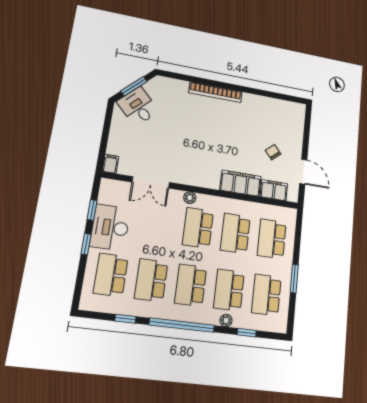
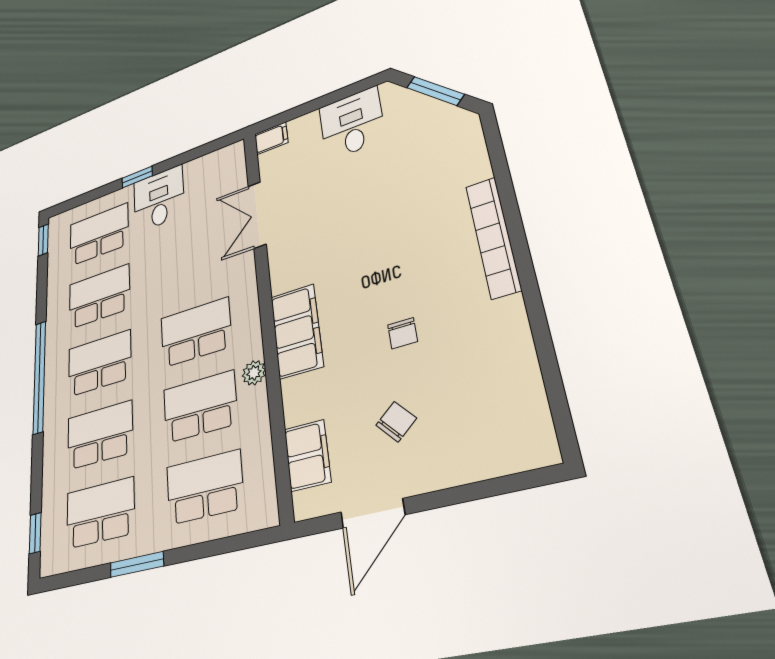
desk: (138, 106) -> (352, 123), moved, turned -45
chair: (239, 138) -> (403, 333), added
filing cabinet: (241, 183) -> (297, 331), moved
plant: (190, 198) -> (254, 373), moved
window: (92, 210) -> (189, 156), removed
desk: (110, 227) -> (159, 199), width x0.73
window: (125, 319) -> (43, 240), moved
plant: (226, 320) -> (52, 450), removed
window: (247, 333) -> (35, 533), moved

